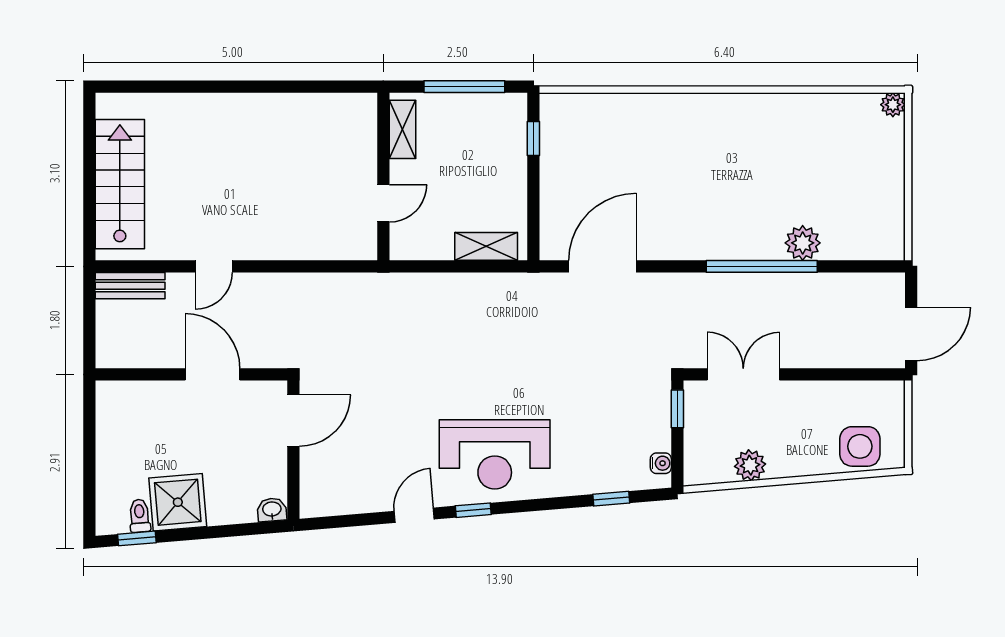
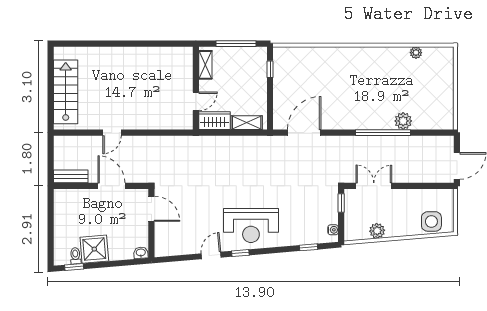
plant: (893, 105) -> (416, 53), moved
wardrobe: (421, 242) -> (214, 121), added
bench: (130, 286) -> (71, 176), moved
door: (293, 420) -> (151, 209), hinge flipped

